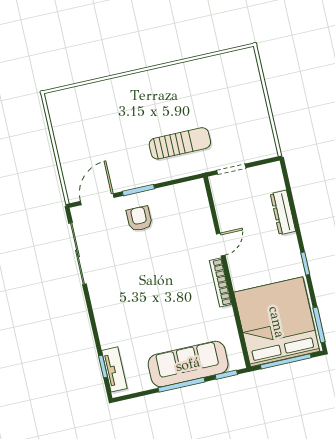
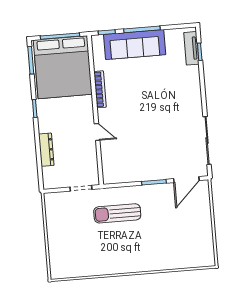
armchair: (139, 219) -> (156, 160), removed
door: (221, 245) -> (97, 132), swing flipped
bookcase: (221, 282) -> (100, 89), moved

